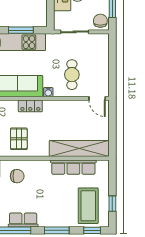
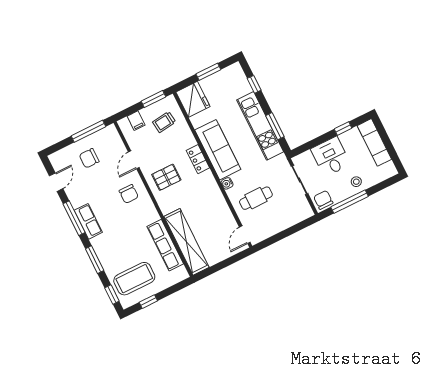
chair: (100, 21) -> (323, 200), turned -90
locker: (30, 106) -> (198, 159), moved

